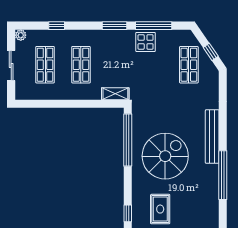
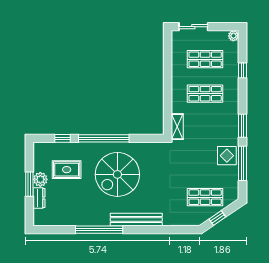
sliding door: (11, 66) -> (193, 27), moved
window: (128, 140) -> (104, 138), moved
spiral stairs: (165, 156) -> (117, 174), turned 90

